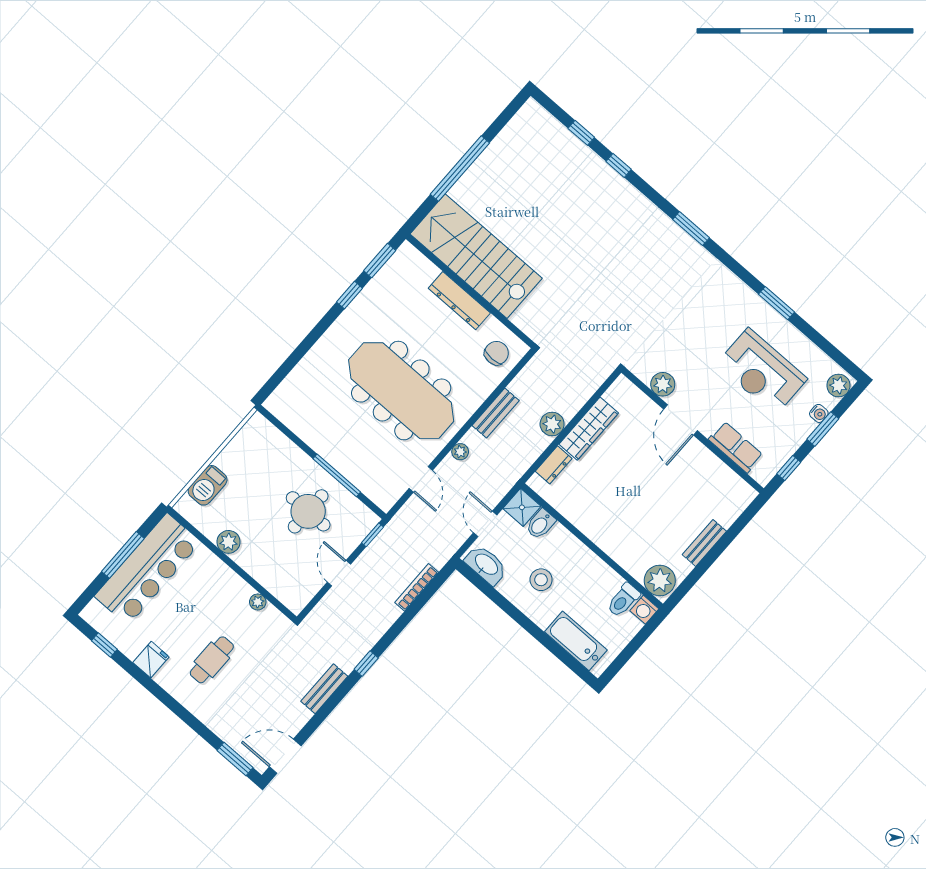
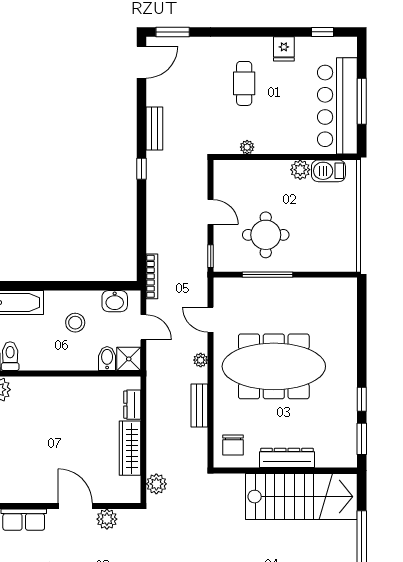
plant: (552, 424) -> (156, 484), moved
barbecue: (208, 485) -> (328, 171), moved, turned -90
washbasin: (486, 565) -> (115, 301), width x0.72
bookcase: (417, 587) -> (152, 276), moved

